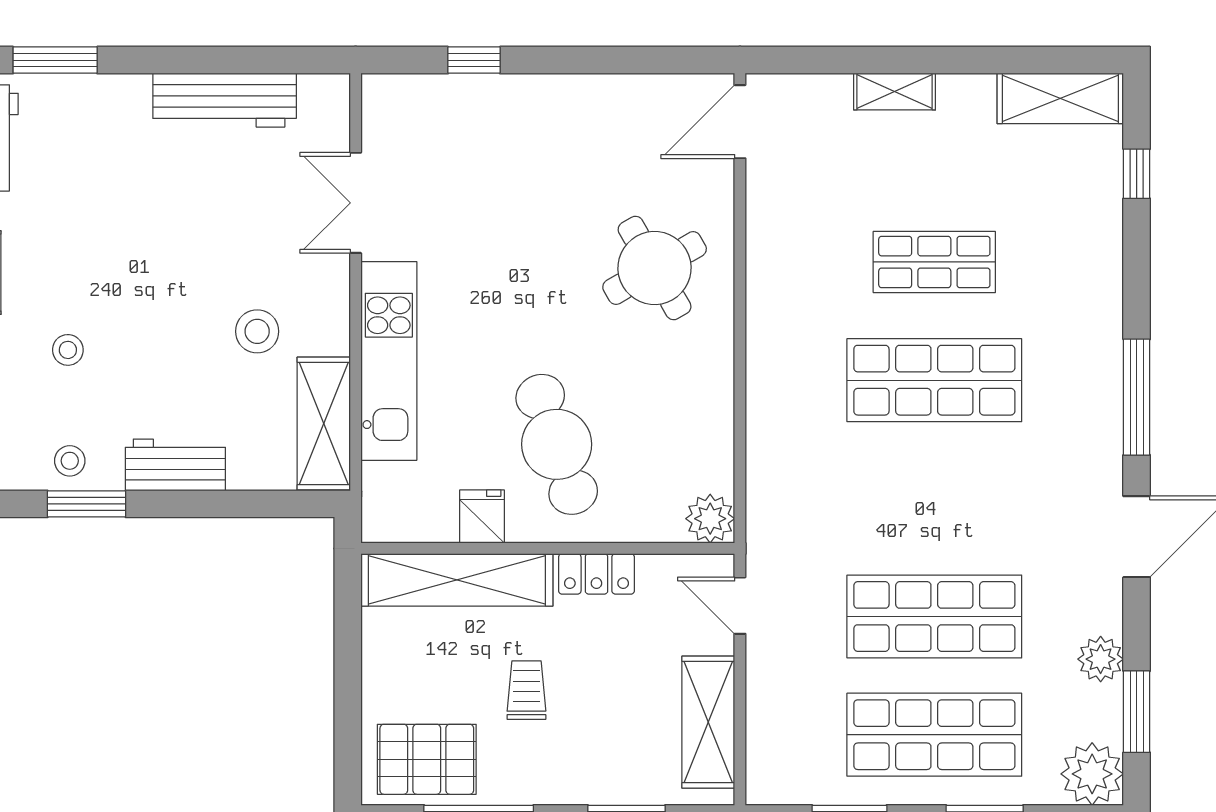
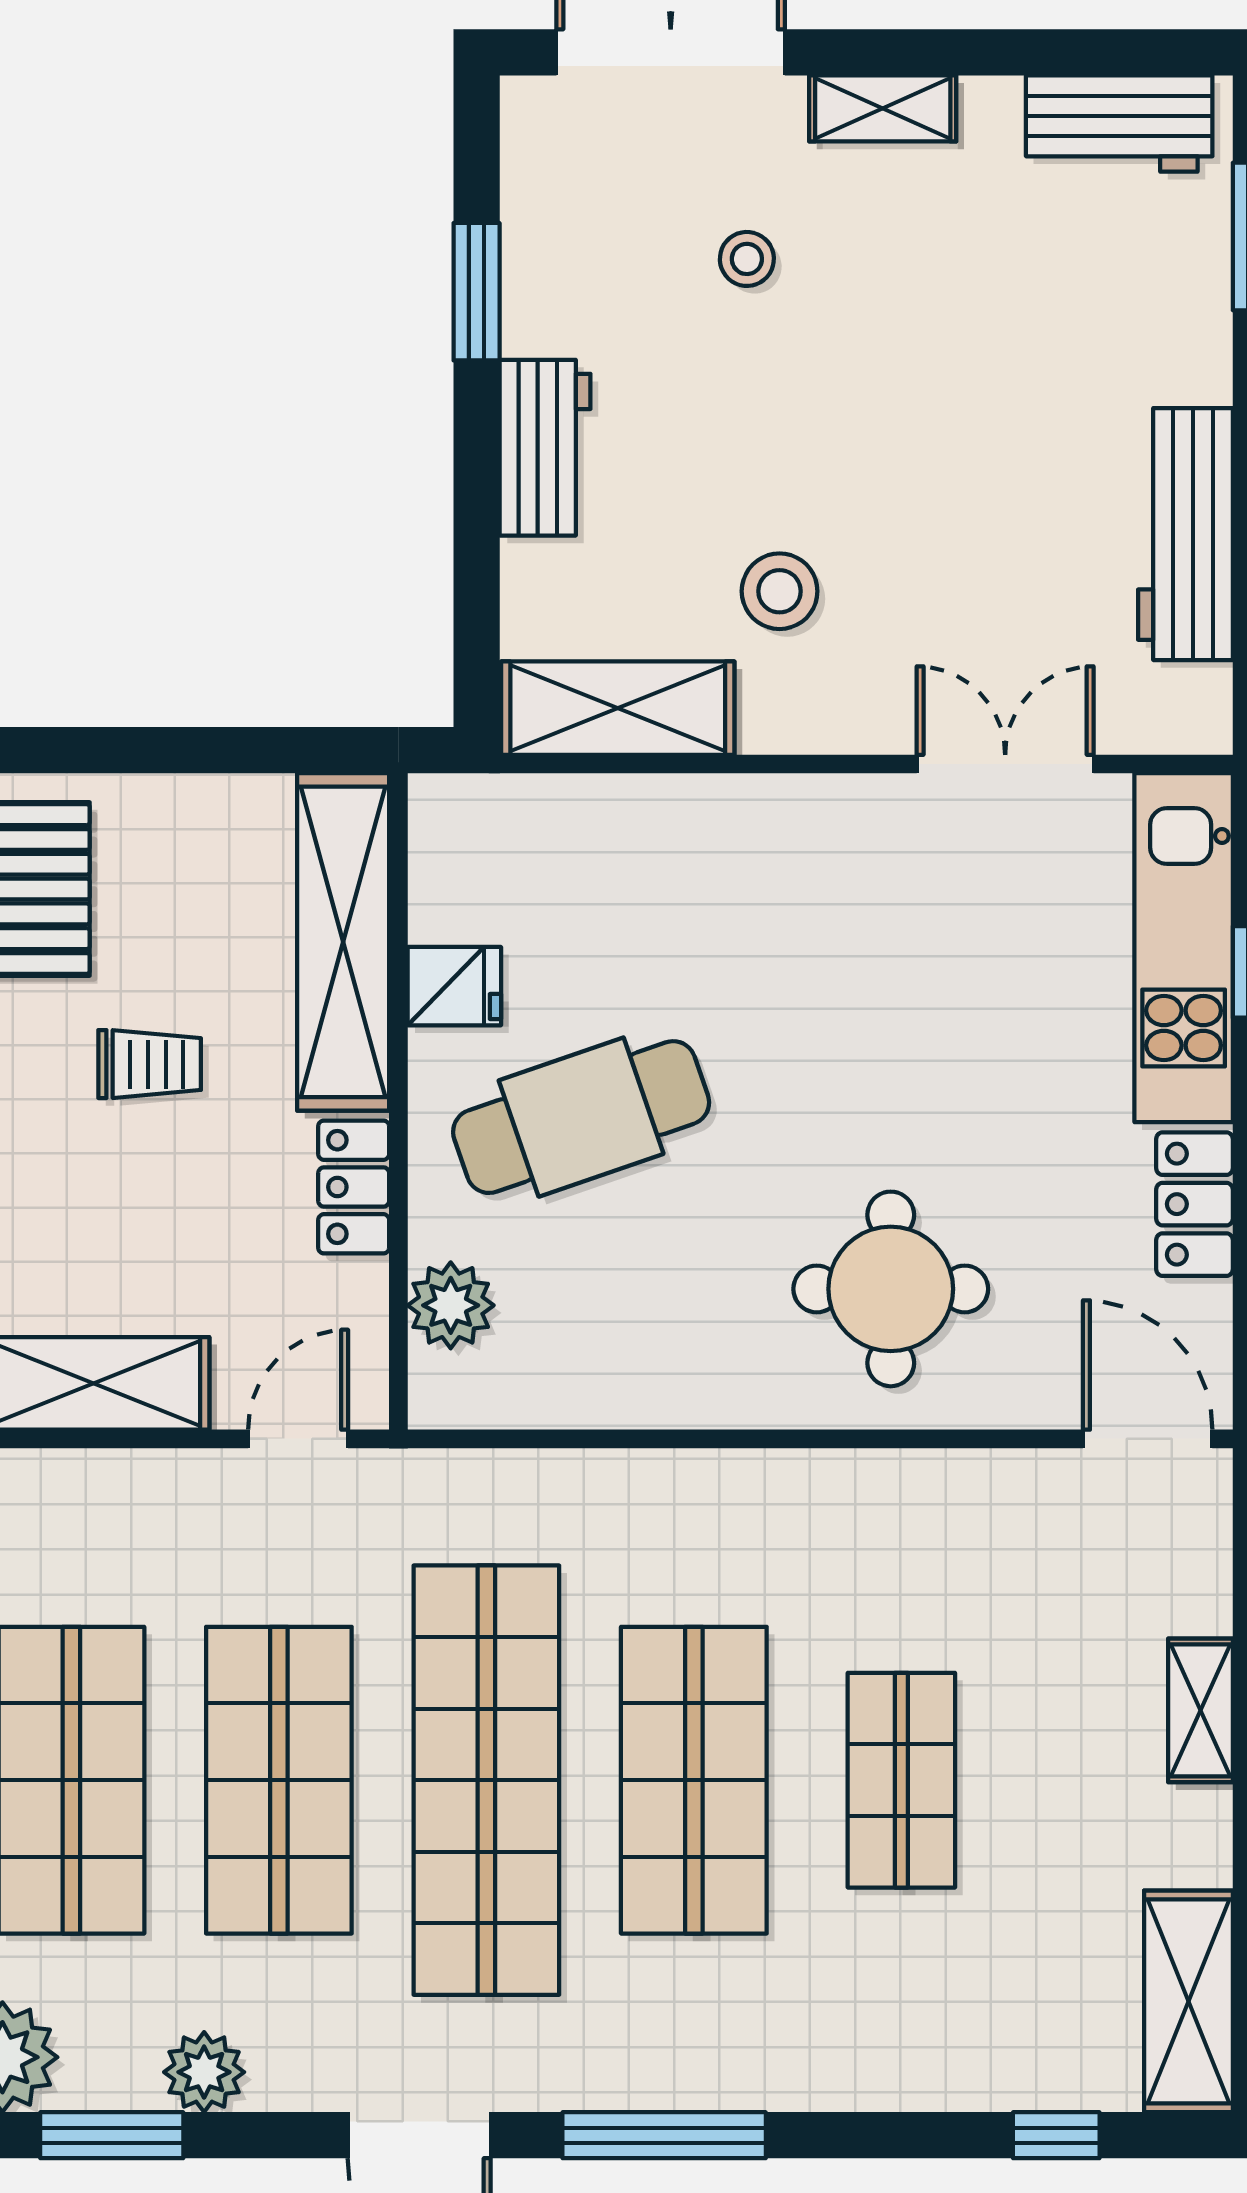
locker: (606, 95) -> (1194, 1204), added
round table: (655, 268) -> (891, 1289), turned 30
kitchen unit: (389, 361) -> (1184, 948), moved, turned 90
stool: (70, 461) -> (552, 262), removed
shop shelf: (934, 498) -> (486, 1780), added
plant: (710, 519) -> (451, 1305), moved

